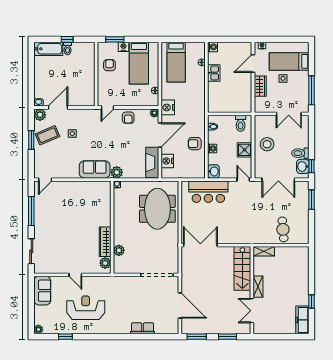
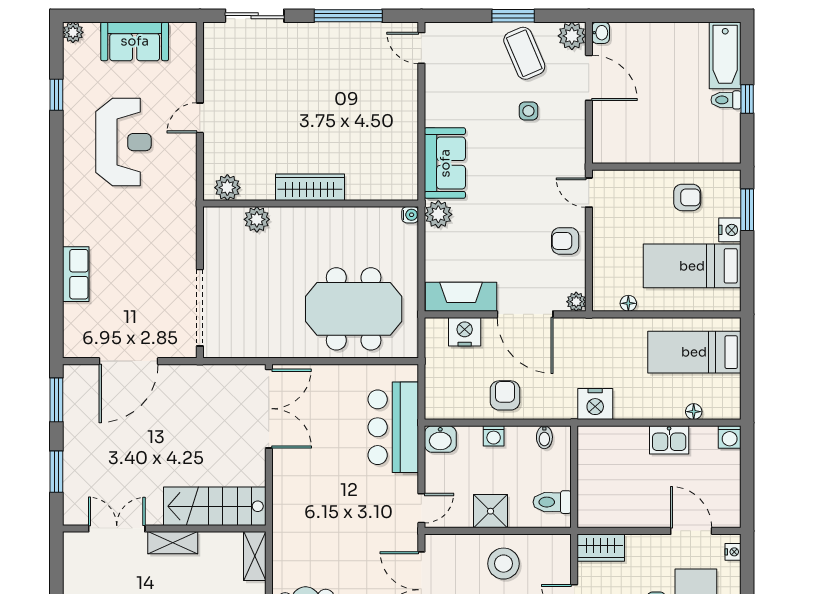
wardrobe: (260, 86) -> (601, 548), moved
nightstand: (168, 107) -> (595, 404), moved, turned 180
wardrobe: (105, 242) -> (310, 187), moved
sofa: (42, 291) -> (135, 41), moved

